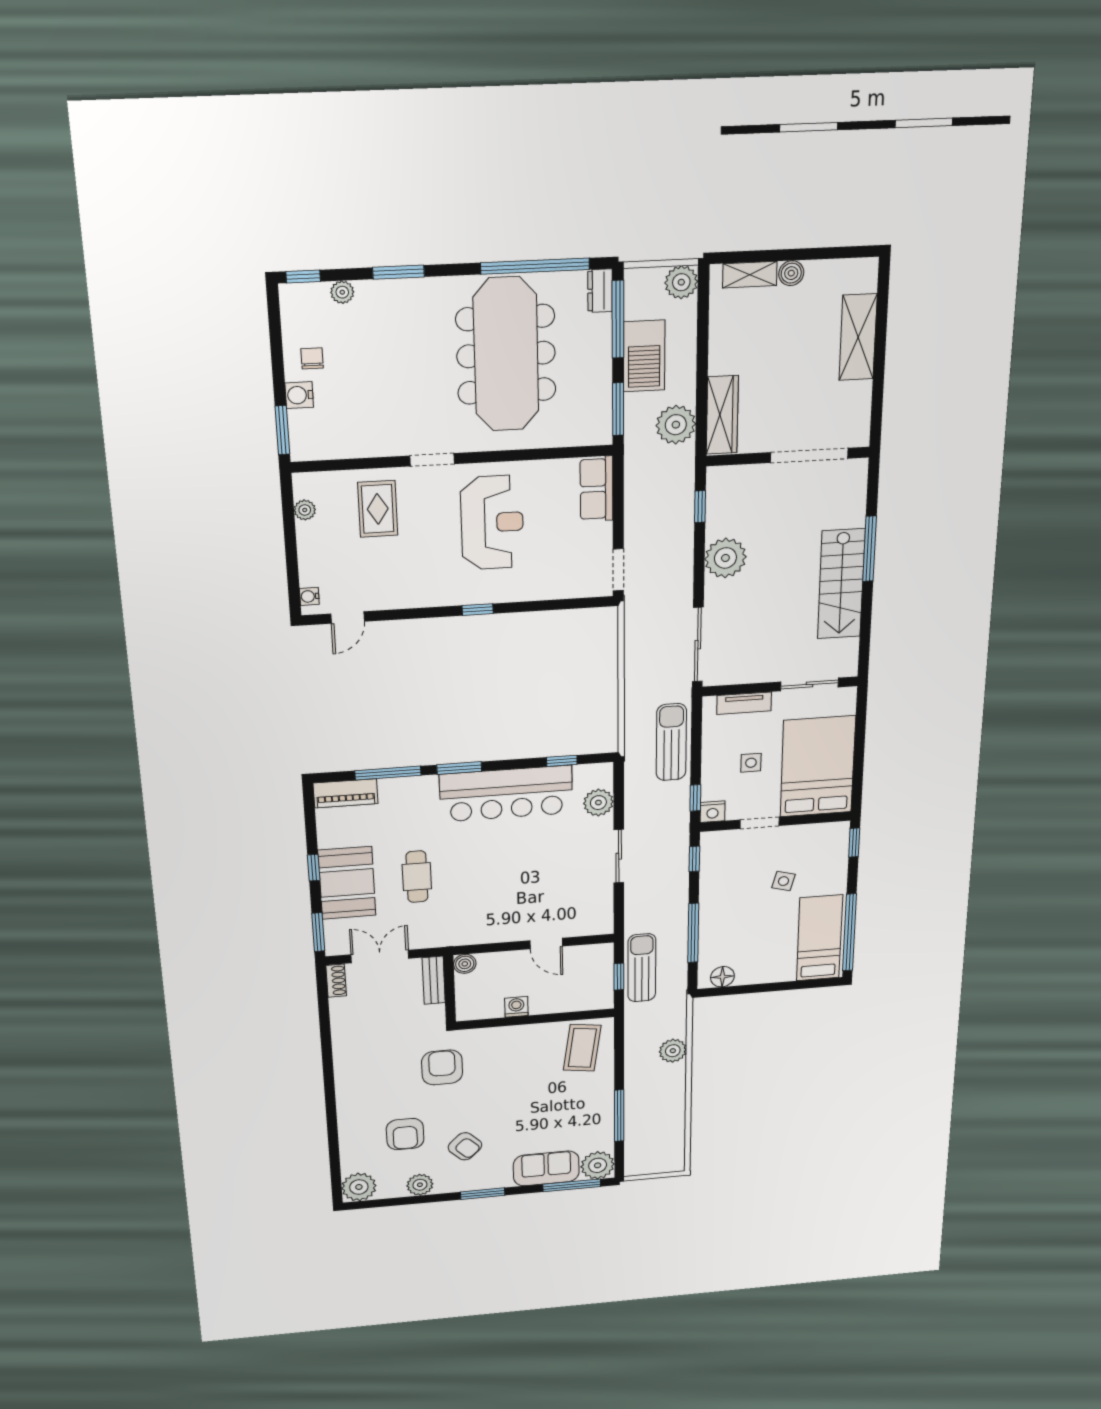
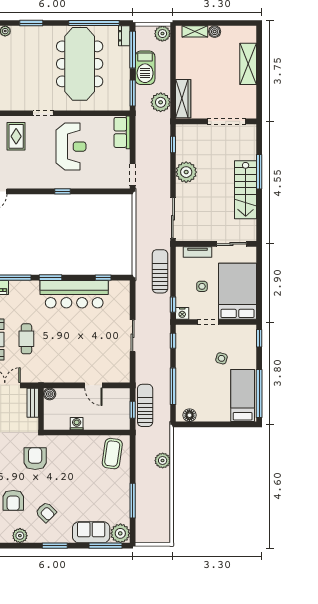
plant: (598, 803) -> (122, 303), removed

